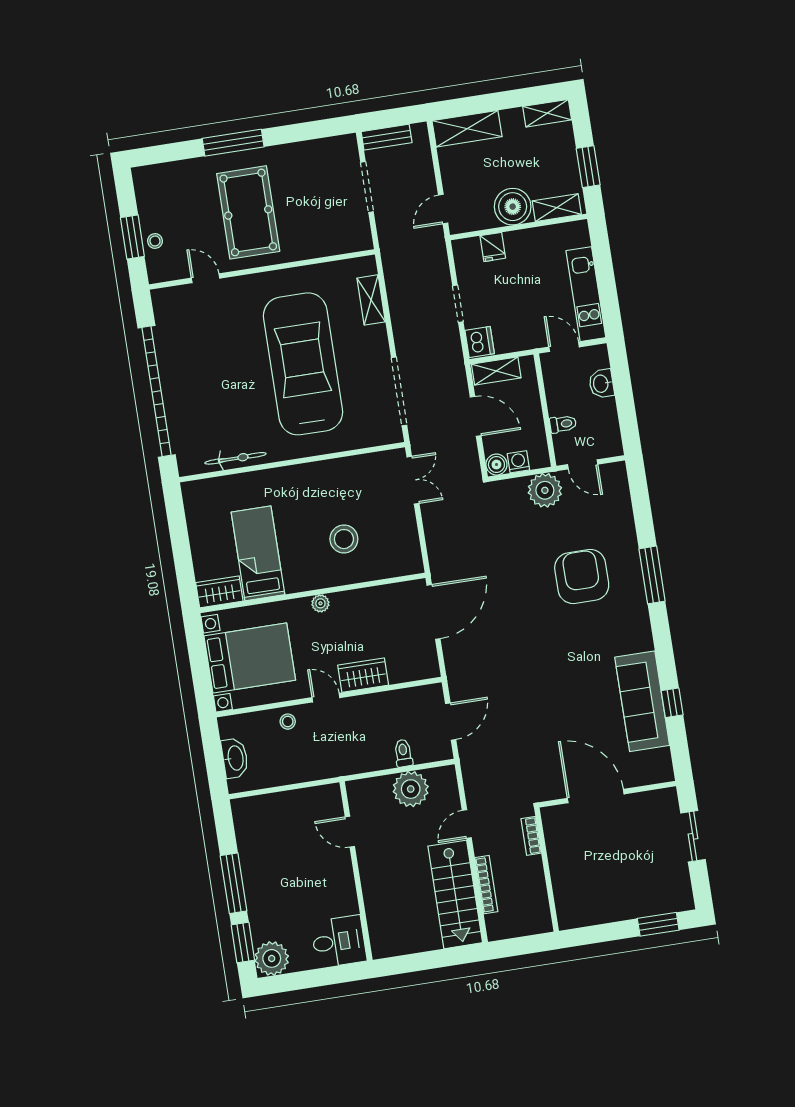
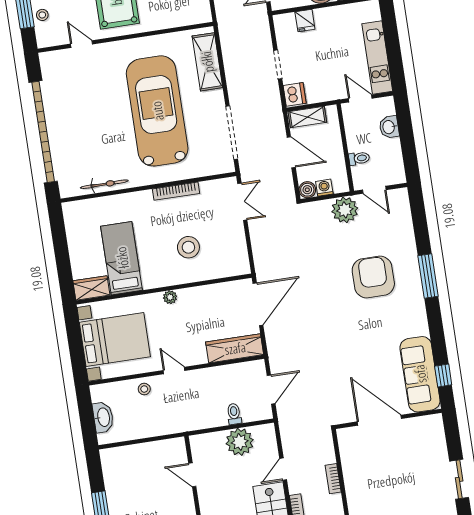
shelving: (371, 300) -> (207, 62), width x1.50, depth x1.33
bookcase: (328, 467) -> (176, 191), added
wardrobe: (363, 675) -> (235, 348), moved, width x1.50
wall: (607, 794) -> (388, 419), moved
door: (596, 796) -> (379, 420), moved

